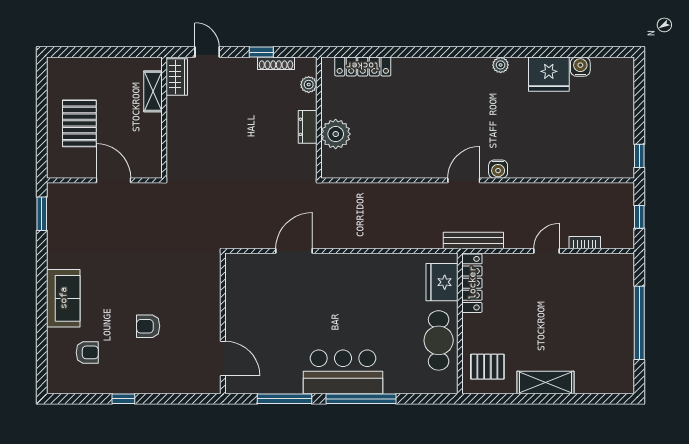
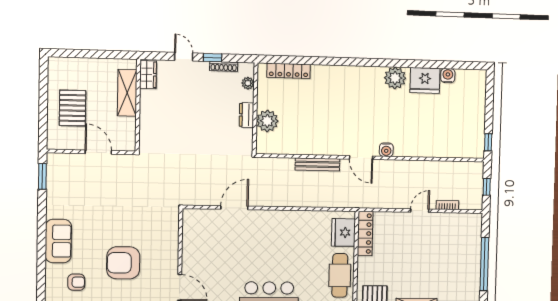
door: (207, 52) -> (184, 57), moved
plant: (501, 65) -> (395, 78), width x1.88, depth x1.88
shelving: (153, 91) -> (127, 93), width x1.50, depth x1.33
door: (464, 180) -> (361, 158), swing flipped
bench: (473, 241) -> (317, 164), moved
armchair: (148, 326) -> (123, 263), width x1.88, depth x1.88

